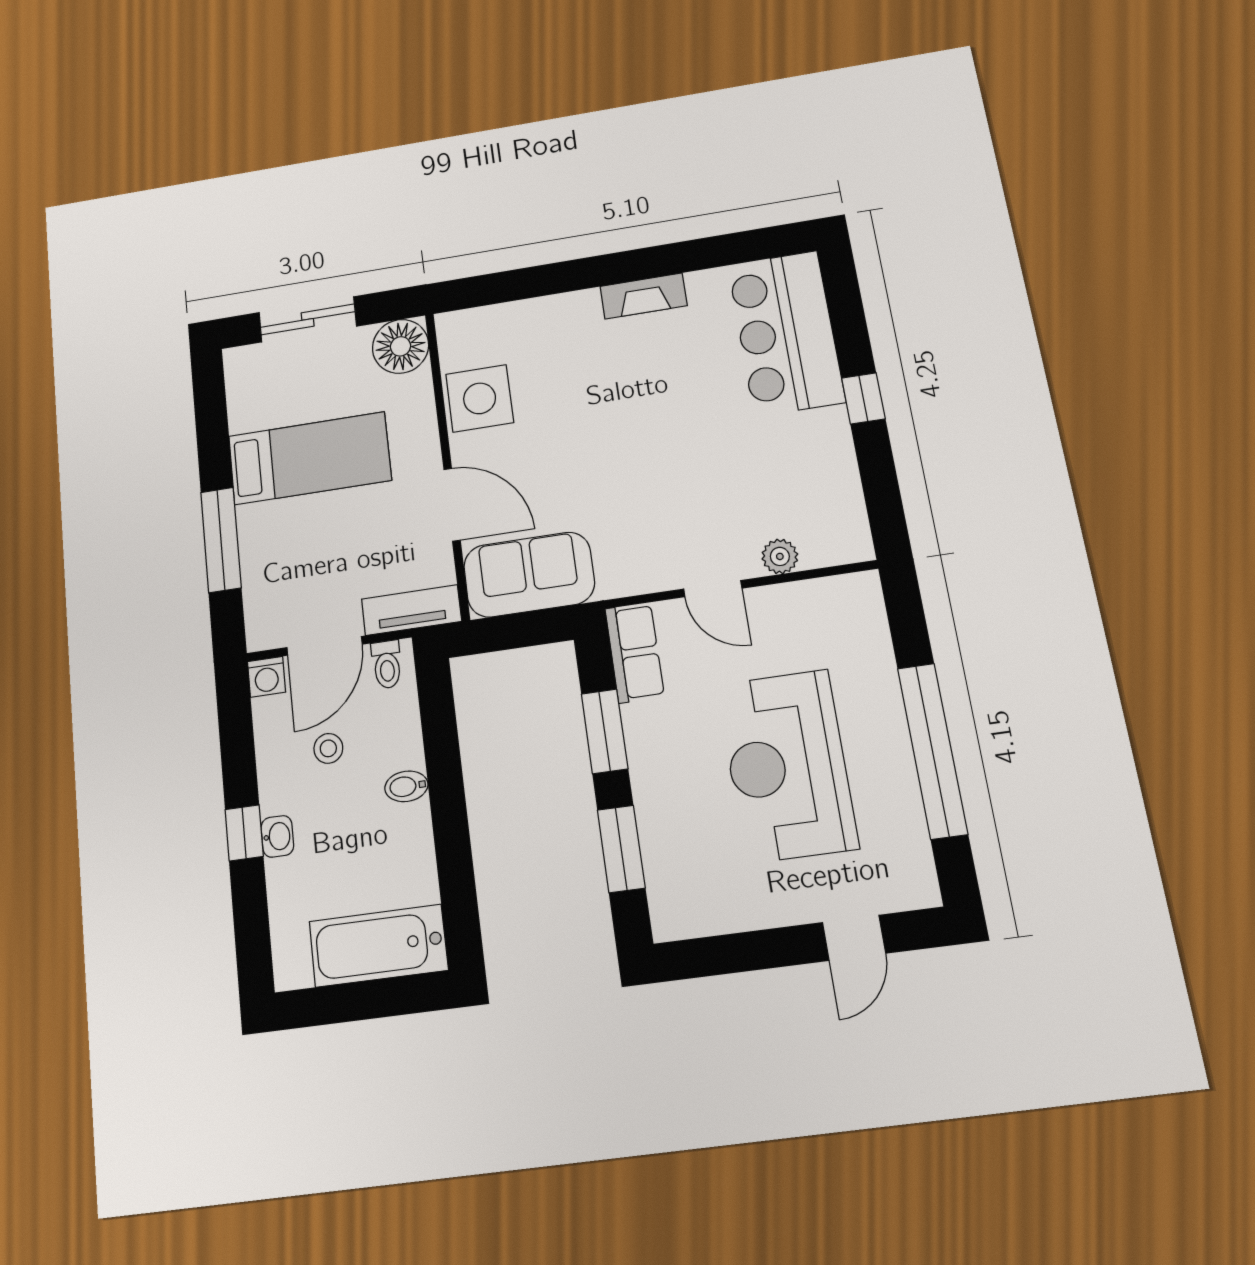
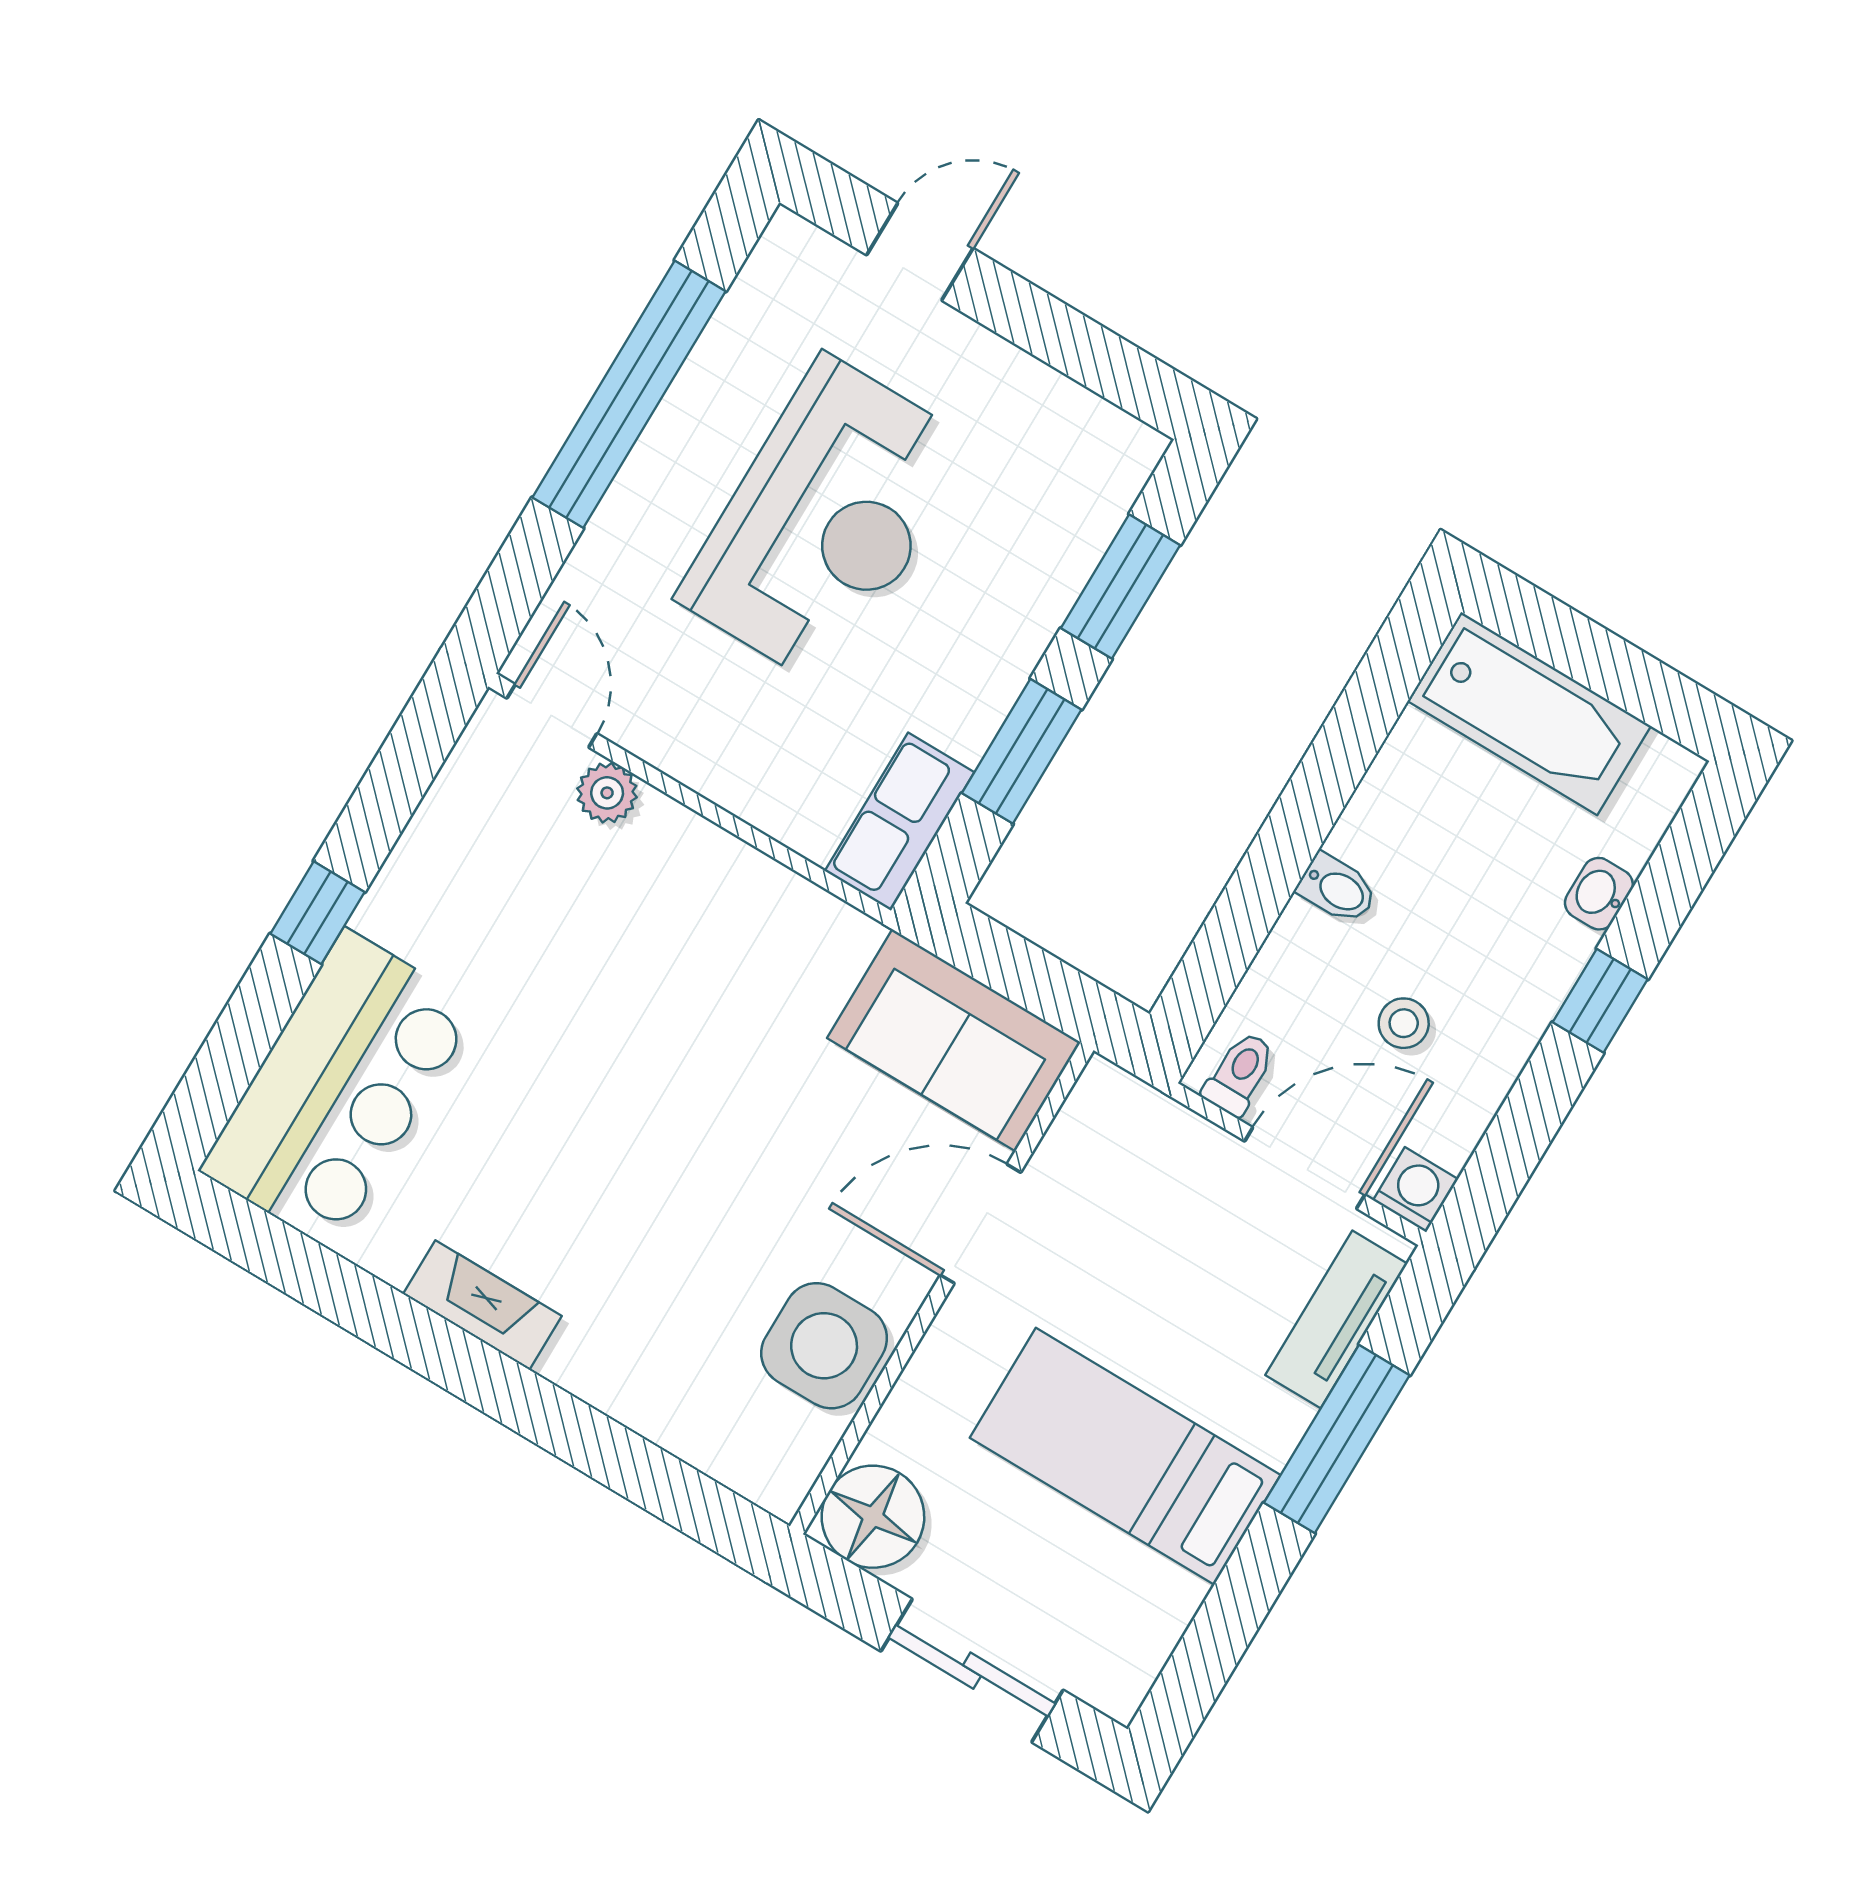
door: (452, 505) -> (981, 1224), hinge flipped
door: (713, 589) -> (552, 716), moved
tv unit: (411, 610) -> (1336, 1319), moved, turned 90
washbasin: (277, 836) -> (1599, 894), moved

